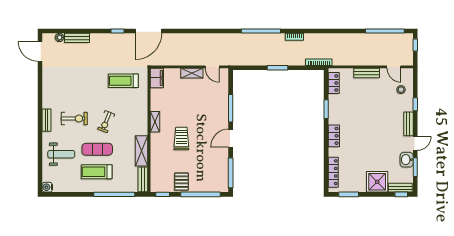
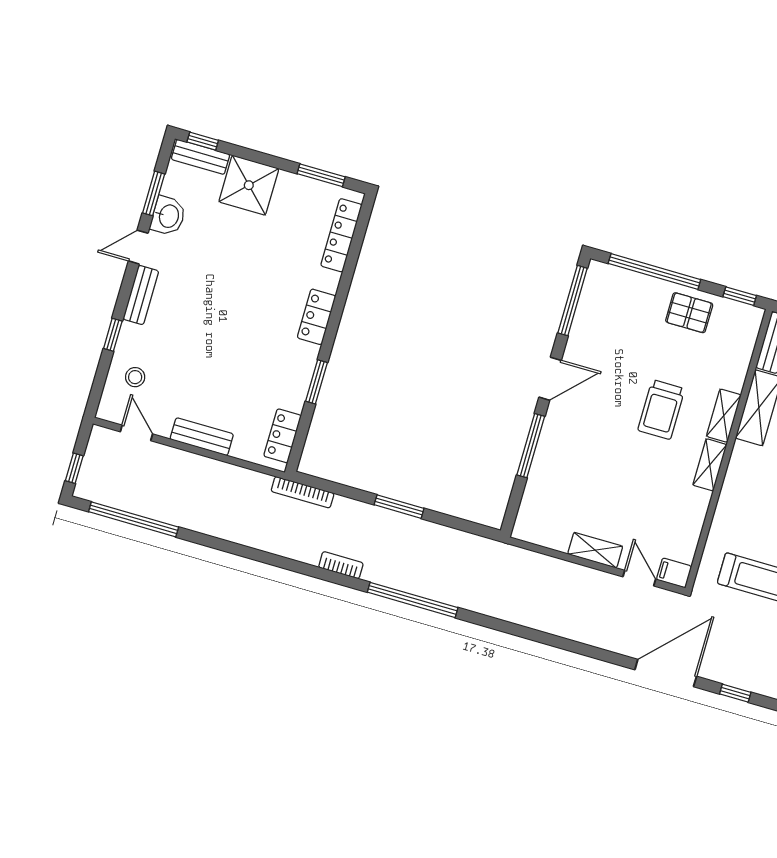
door: (212, 67) -> (639, 578), moved
filing cabinet: (157, 78) -> (674, 573), width x0.50
shelving: (155, 143) -> (724, 416), added
pallet: (181, 182) -> (689, 313), turned 90

